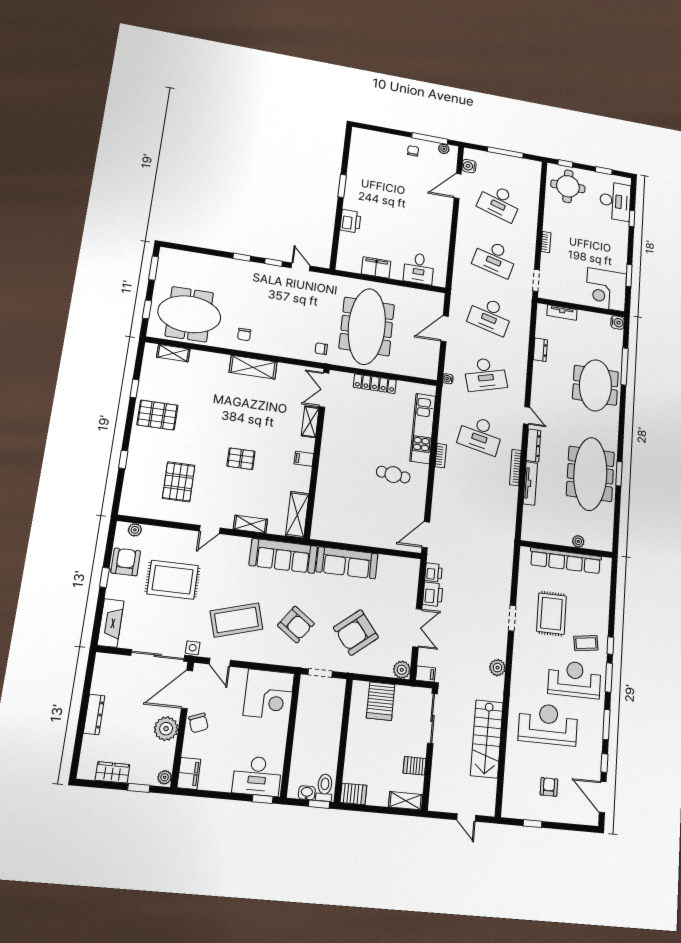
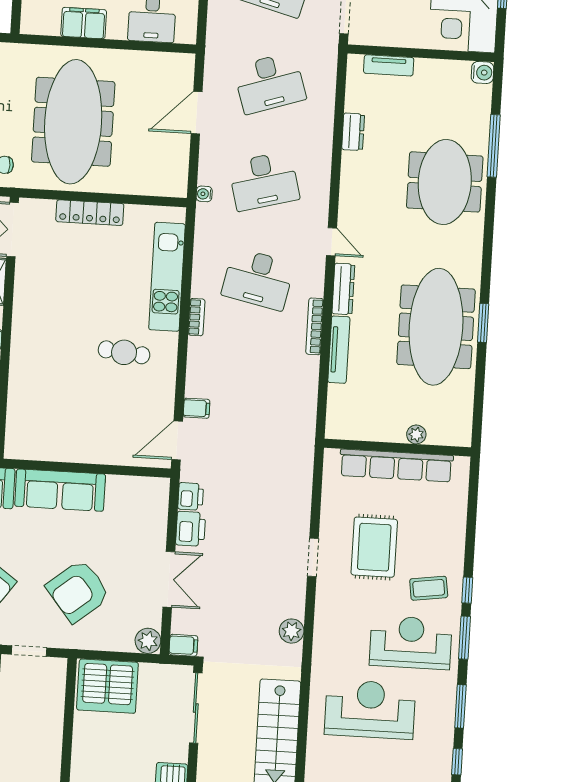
desk: (490, 315) -> (270, 83), turned -33
filing cabinet: (439, 514) -> (197, 408), added
server rack: (381, 701) -> (107, 686), width x1.60

